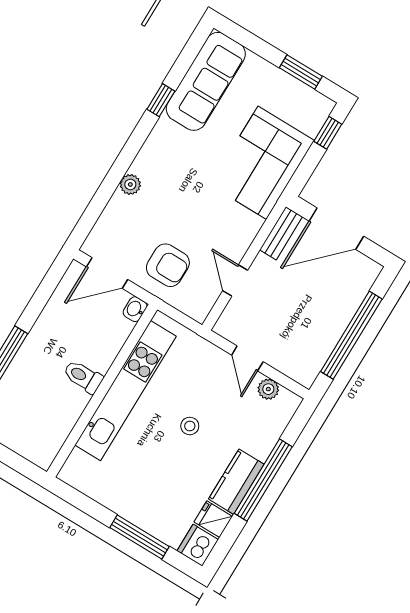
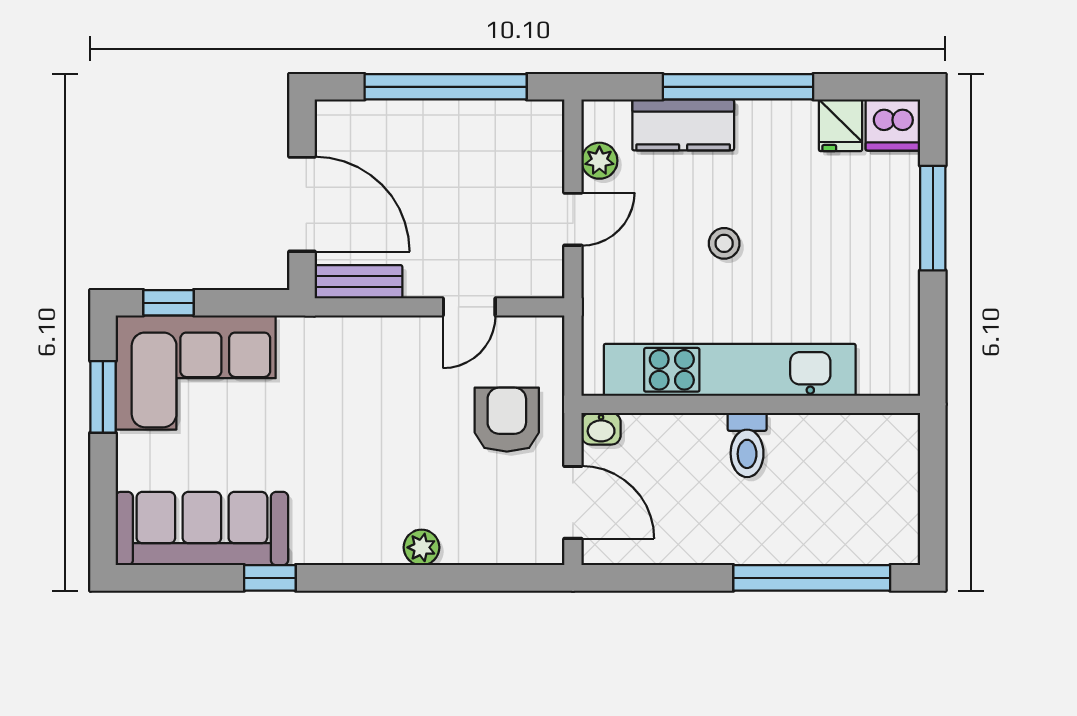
corner sofa: (262, 163) -> (196, 372), moved
kitchen counter: (236, 482) -> (683, 125), moved

